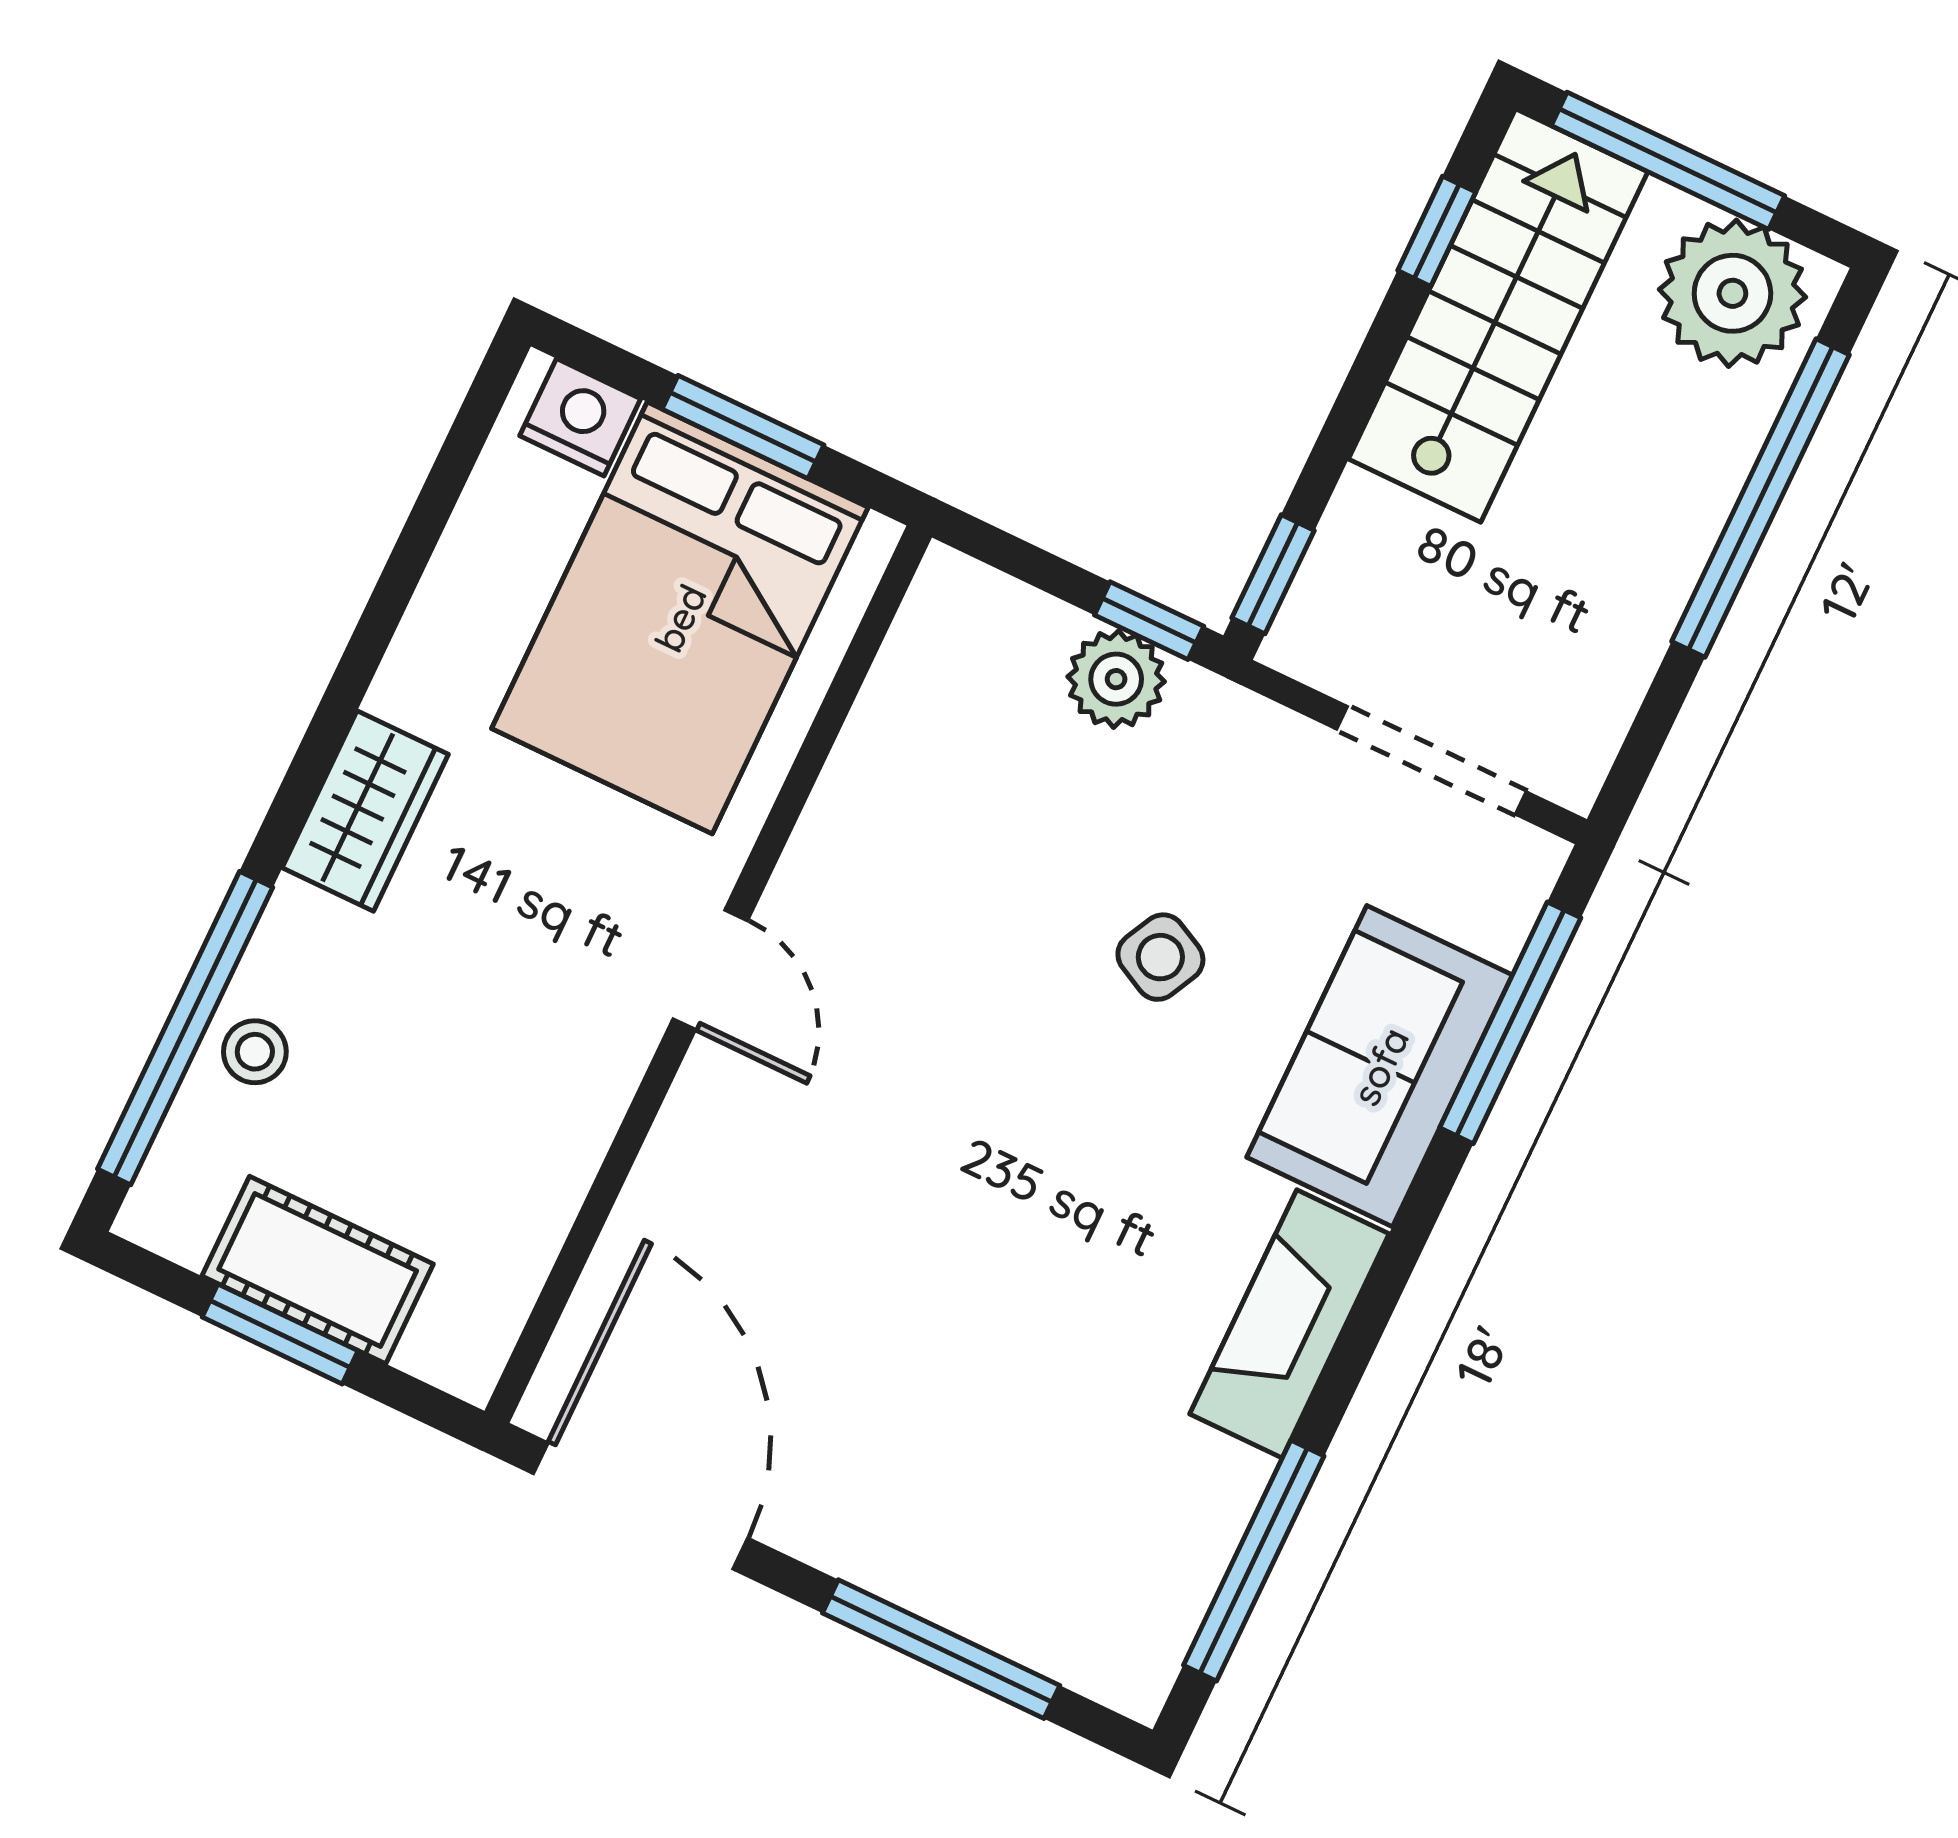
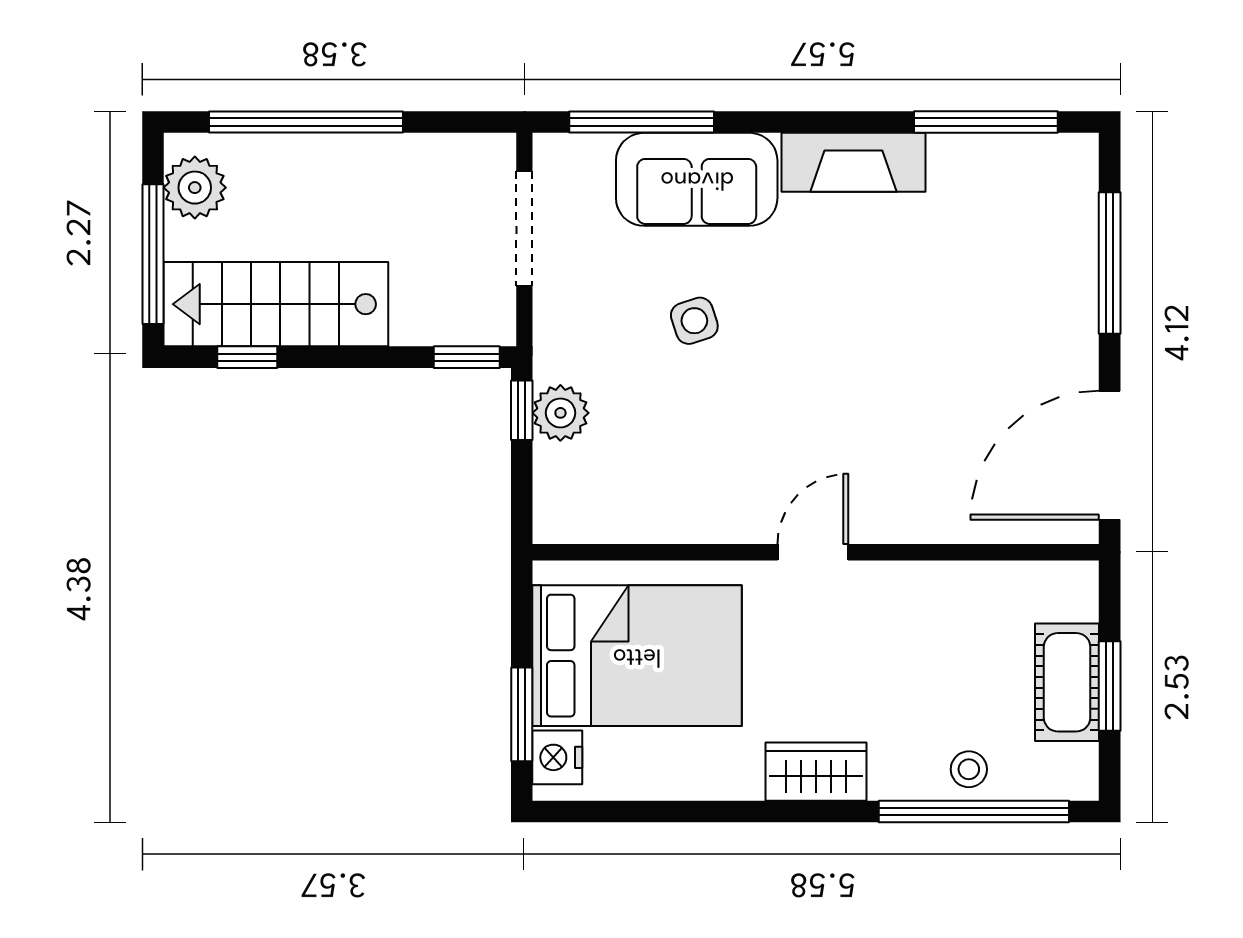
plant: (1732, 293) -> (195, 188), width x0.73, depth x0.73
window: (743, 427) -> (522, 714), moved
side table: (1160, 957) -> (694, 321), turned 45

